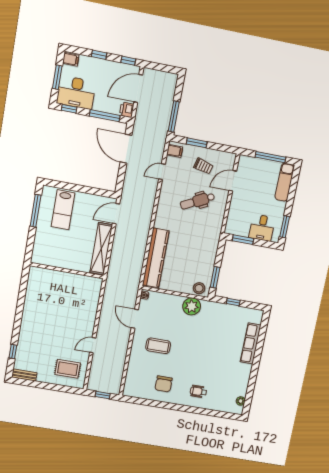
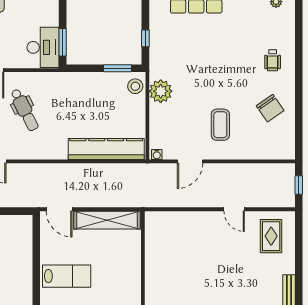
desk: (262, 228) -> (43, 47), moved, width x1.37
chair: (164, 384) -> (270, 108), turned 55

